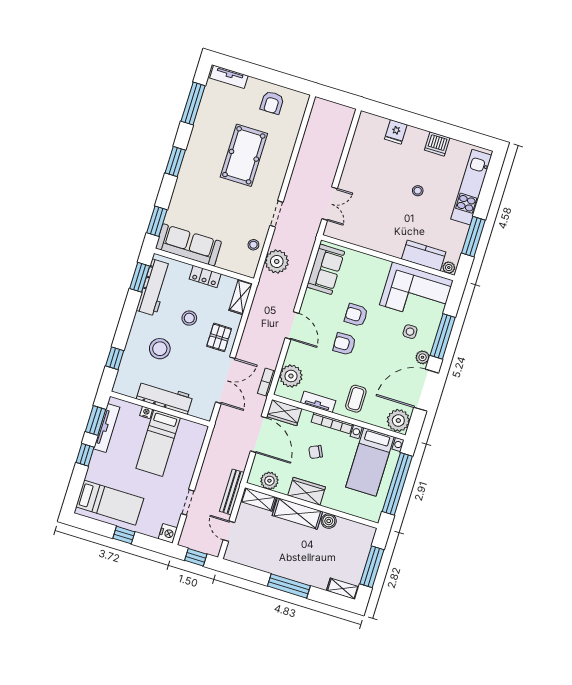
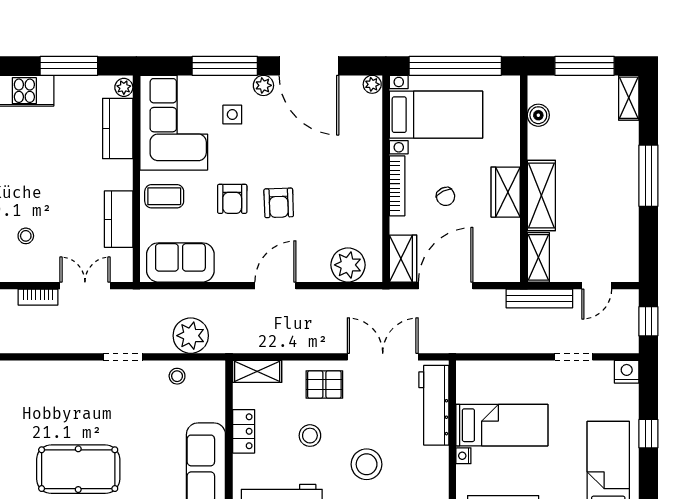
pool table: (244, 155) -> (78, 469), moved
stool: (418, 191) -> (26, 236), moved
kitchen counter: (365, 238) -> (119, 219), added
bookcase: (267, 382) -> (38, 297), moved
workbench: (165, 397) -> (434, 405), moved
coffee table: (356, 399) -> (164, 196), moved
tv unit: (318, 402) -> (373, 215), removed
plant: (398, 420) -> (372, 84), width x0.53, depth x0.53
plant: (269, 481) -> (507, 250), removed
boiler: (329, 521) -> (538, 115), moved

